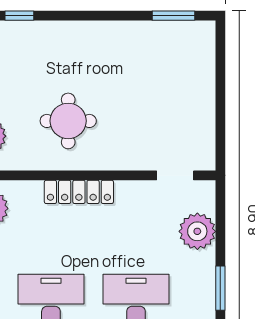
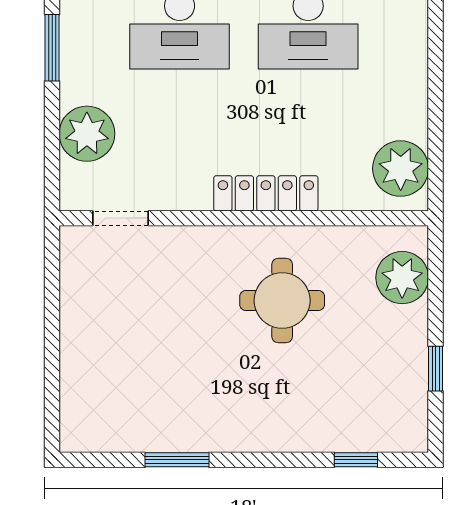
window: (173, 16) -> (177, 460), moved

